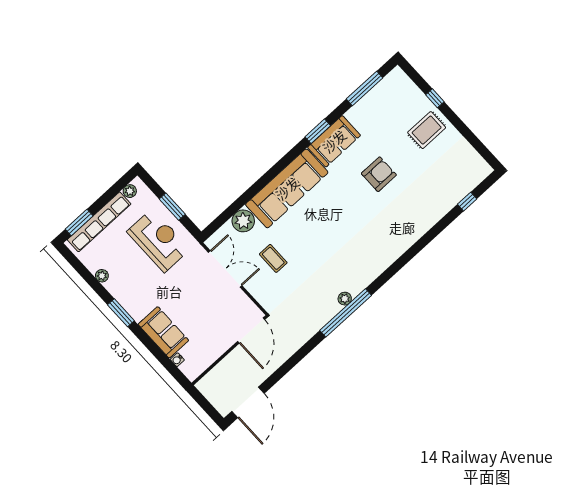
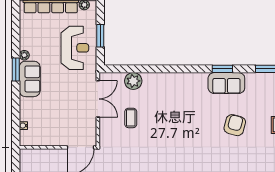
armchair: (379, 174) -> (235, 125), turned -75
sofa: (287, 188) -> (175, 85), removed
plant: (102, 276) -> (24, 55), moved
sofa: (163, 332) -> (30, 79), moved

